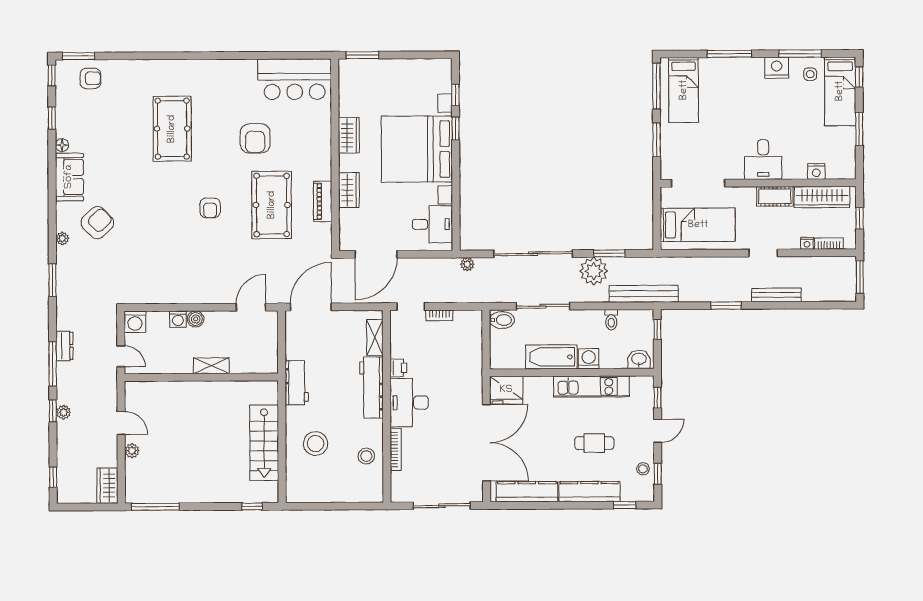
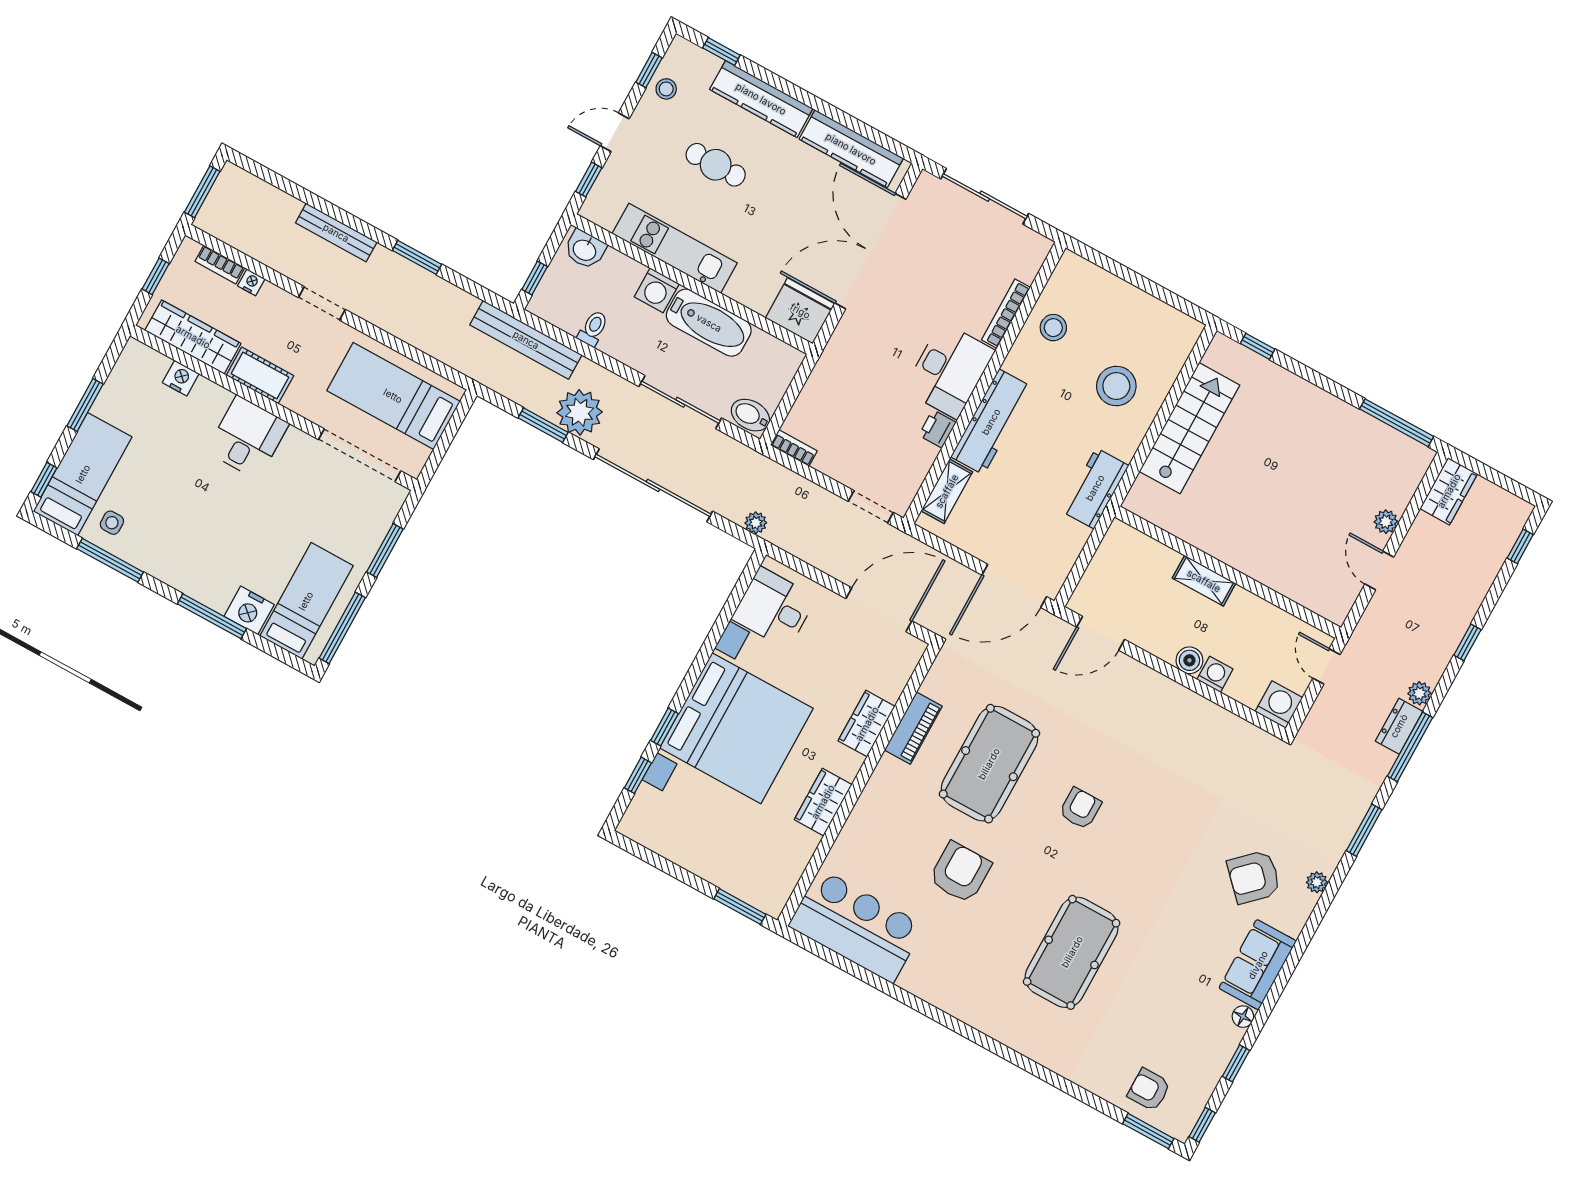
nightstand: (777, 68) -> (249, 610), moved
bookcase: (439, 315) -> (794, 448), moved
window: (53, 364) -> (1410, 747), moved
plant: (64, 412) -> (1419, 693), moved

